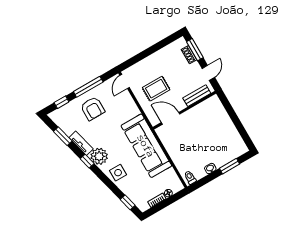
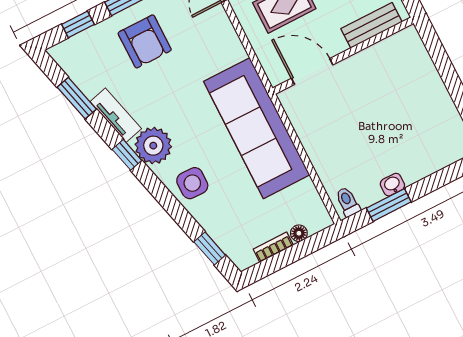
window: (229, 166) -> (389, 205), moved

